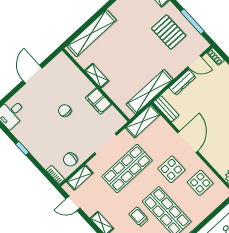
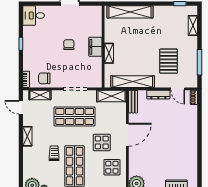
pallet: (169, 32) -> (169, 61), moved
shelving: (97, 76) -> (109, 53), moved
filing cabinet: (98, 101) -> (95, 47), moved

